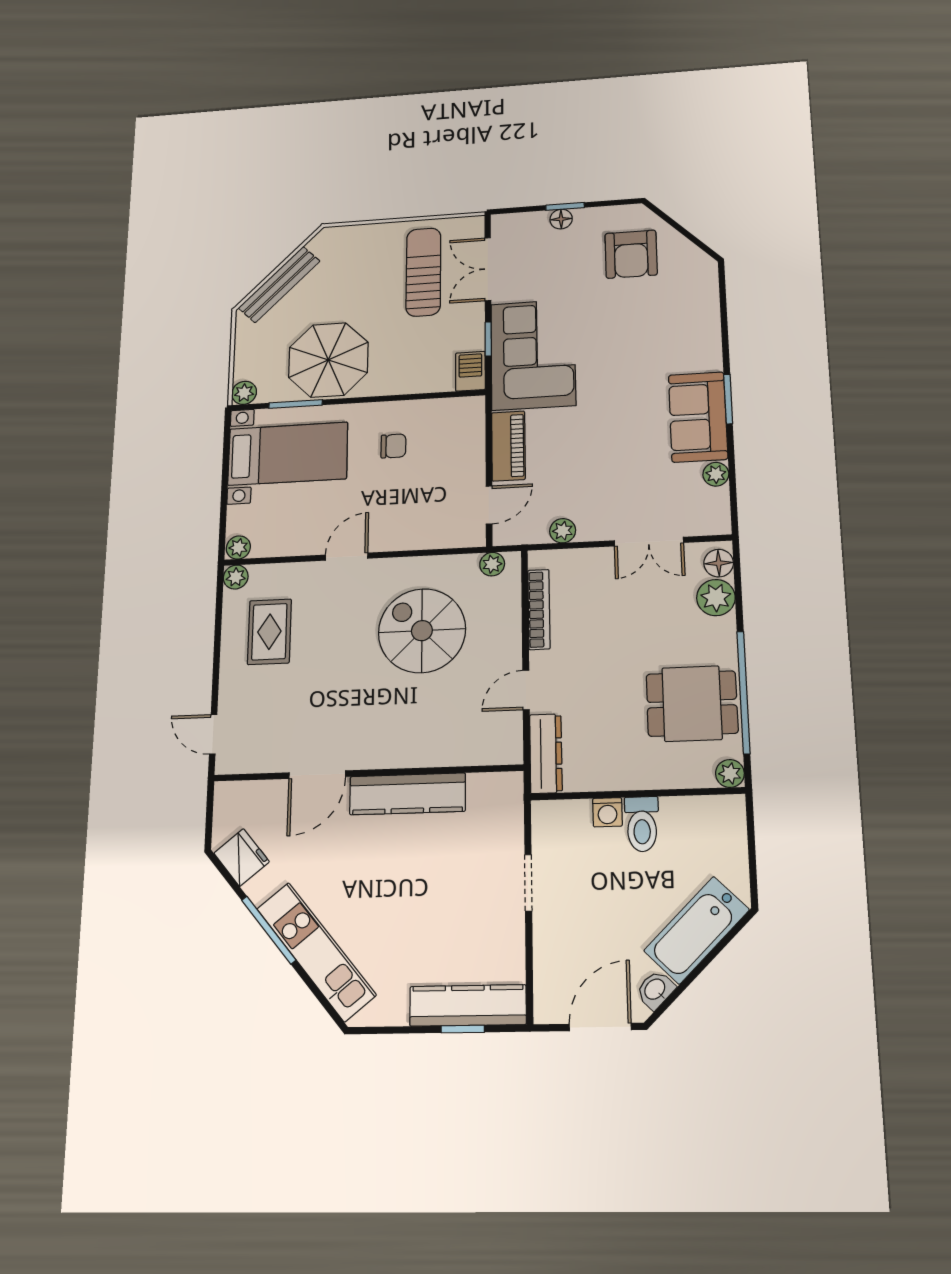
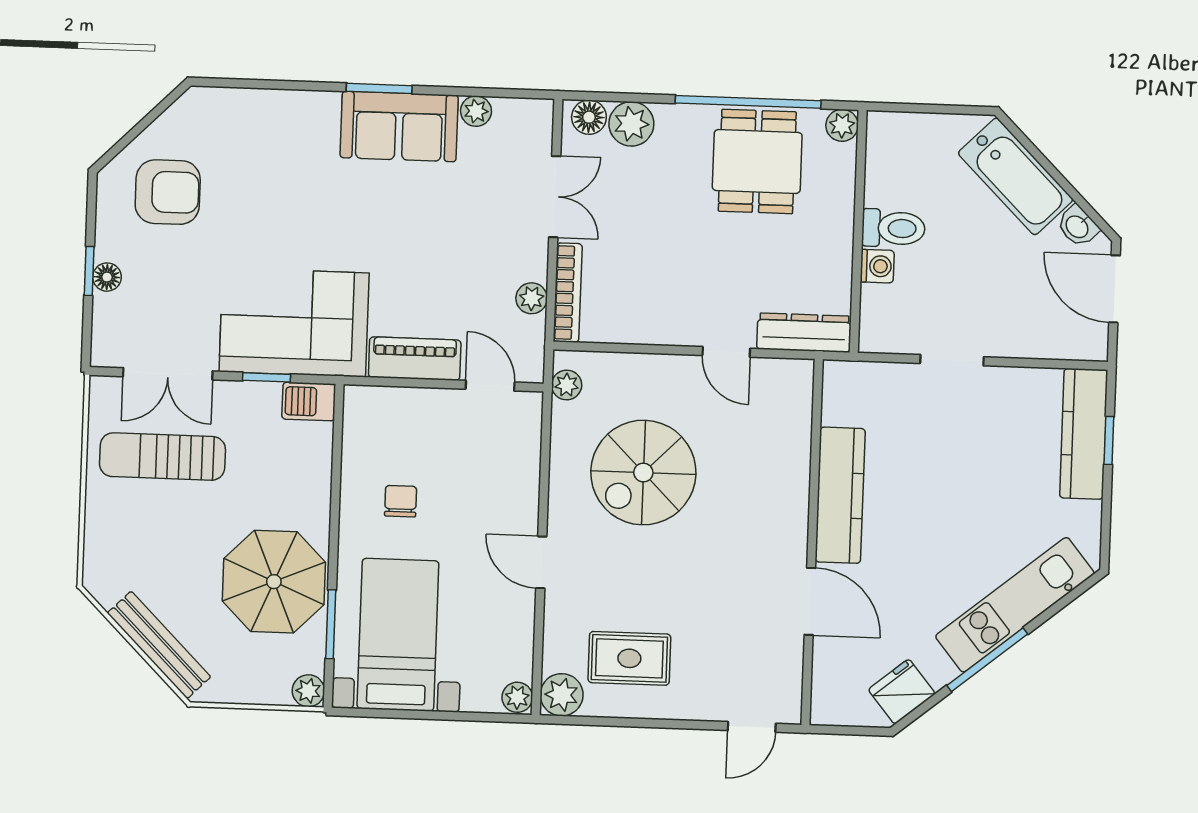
plant: (236, 577) -> (562, 695), width x1.38, depth x1.38
bookcase: (539, 609) -> (568, 293), moved, turned 90

